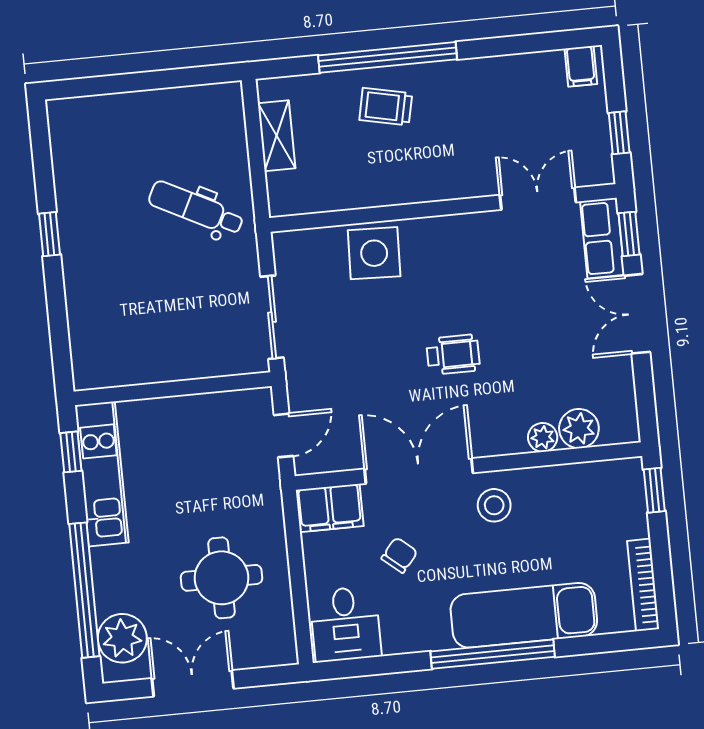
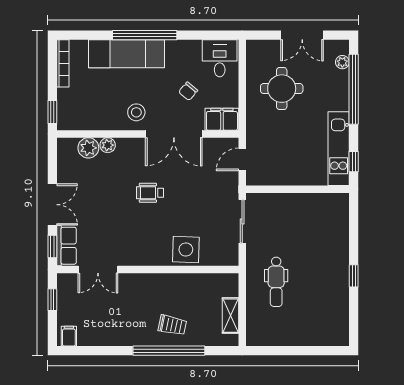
dental chair: (196, 209) -> (276, 282), turned 63
plant: (122, 638) -> (342, 62), width x0.53, depth x0.53

